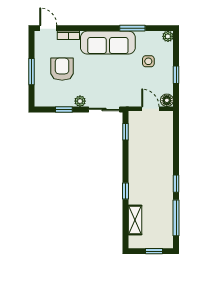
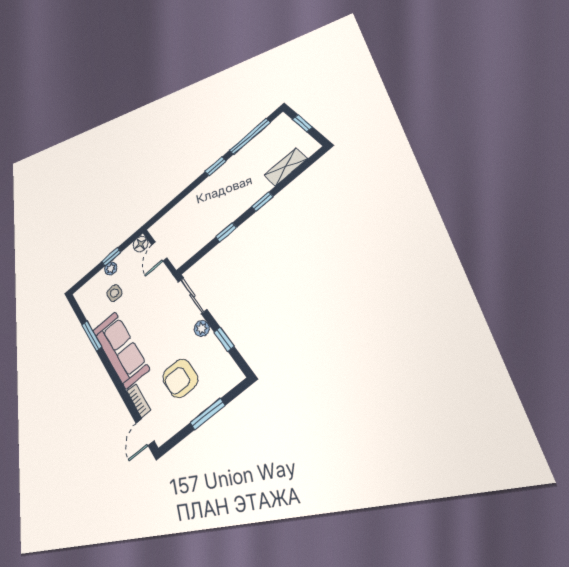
plant: (168, 36) -> (111, 269), moved
window: (126, 132) -> (226, 232), moved

